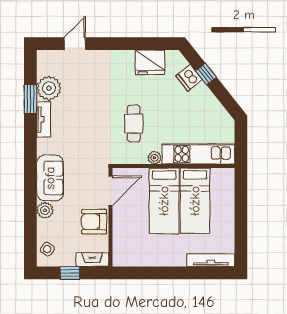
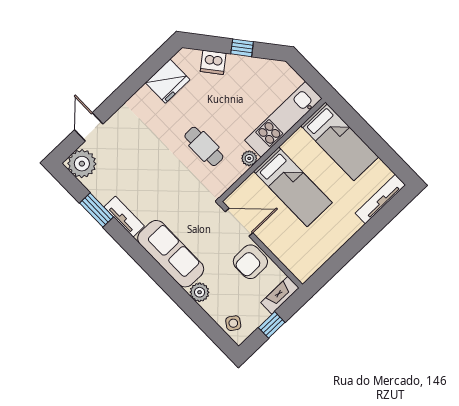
window: (206, 74) -> (242, 48), moved
plant: (49, 88) -> (82, 164), moved
sofa: (50, 178) -> (171, 254), width x1.36
door: (110, 191) -> (239, 222), hinge flipped
bed: (195, 201) -> (340, 141), moved

